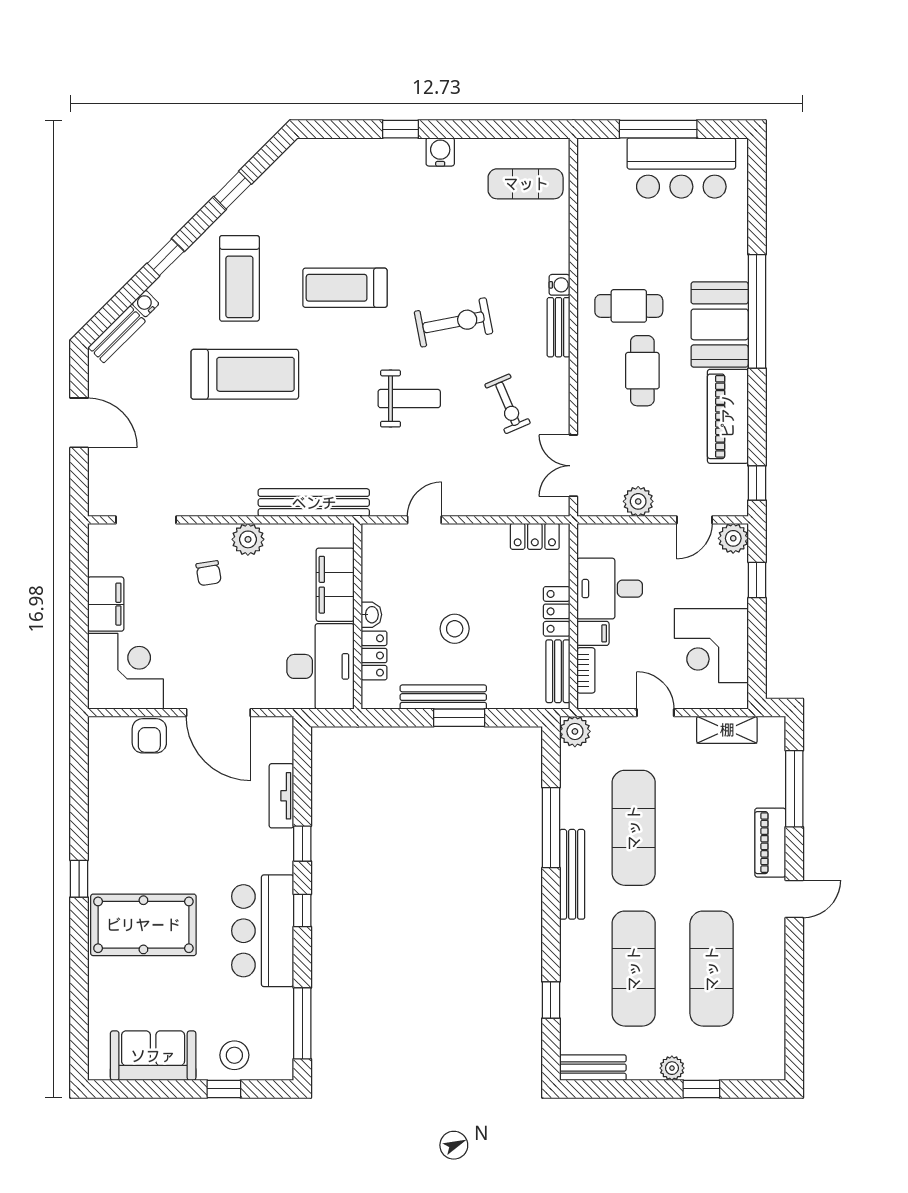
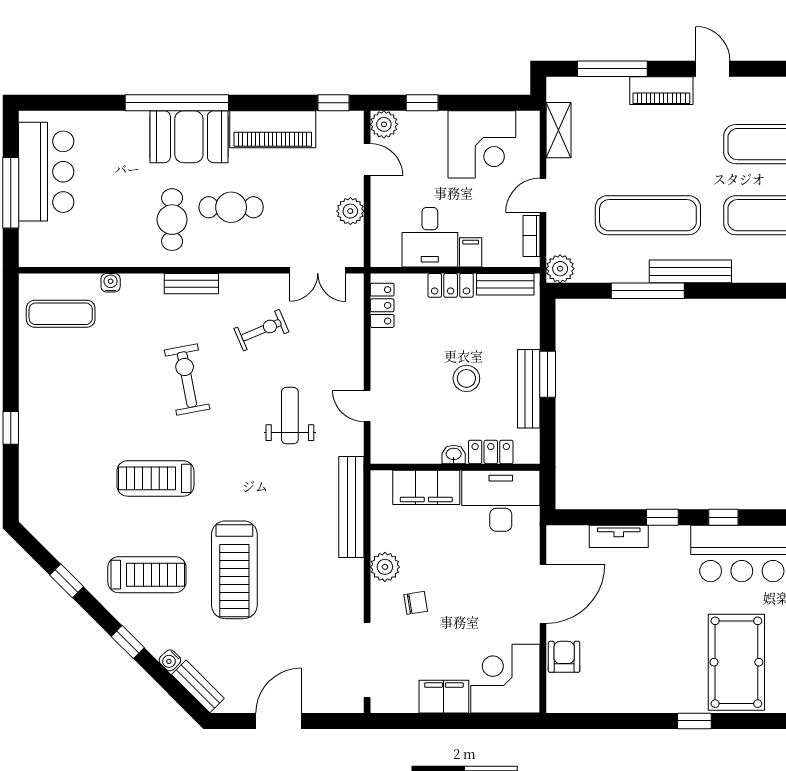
water cooler: (440, 152) -> (32, 392), removed
exercise mat: (526, 184) -> (61, 314), turned 90
water cooler: (560, 285) -> (111, 283), moved
treadmill: (345, 288) -> (155, 478), turned 90
treadmill: (245, 374) -> (234, 570), turned 180
weight bench: (409, 399) -> (290, 416), moved
doorway: (146, 520) -> (367, 660), width x1.36
bookcase: (586, 670) -> (531, 236), moved, turned -90
armchair: (149, 736) -> (564, 657), turned -90

